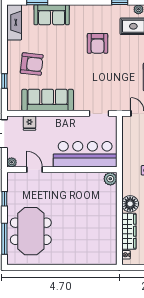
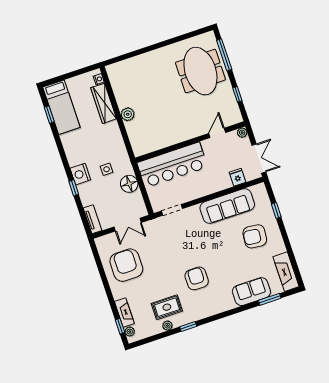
door: (34, 170) -> (217, 133), swing flipped
plant: (110, 179) -> (128, 114), moved
floor lamp: (130, 204) -> (129, 184), moved

